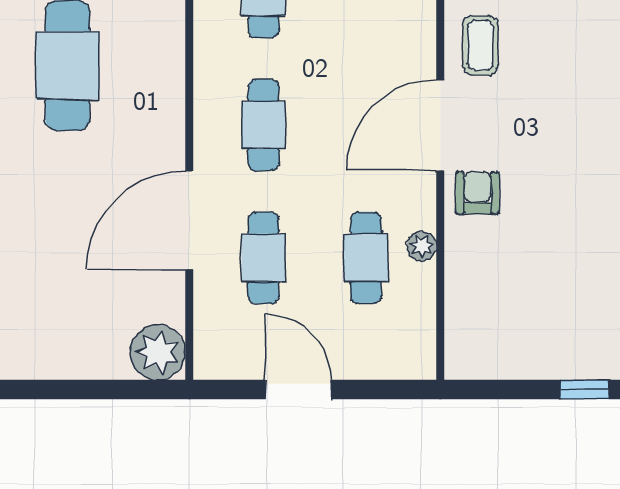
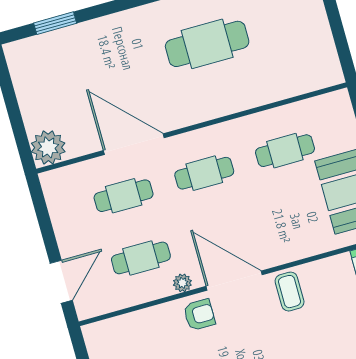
coffee table: (481, 45) -> (290, 292), turned 90
plant: (422, 246) -> (182, 283), moved
door: (298, 390) -> (61, 282), moved

